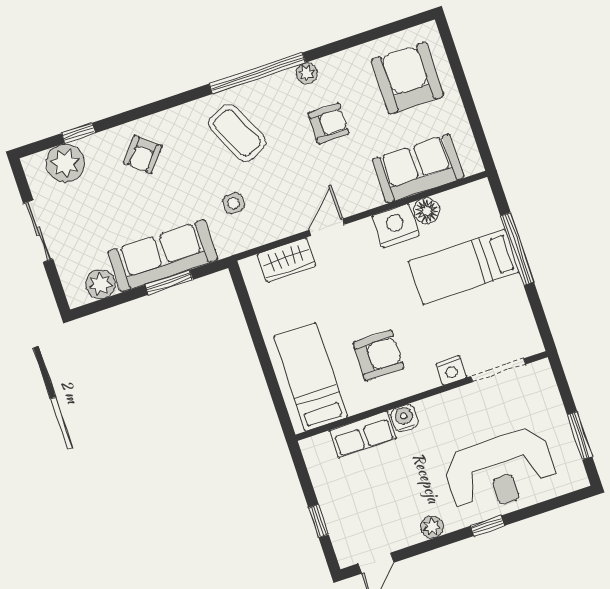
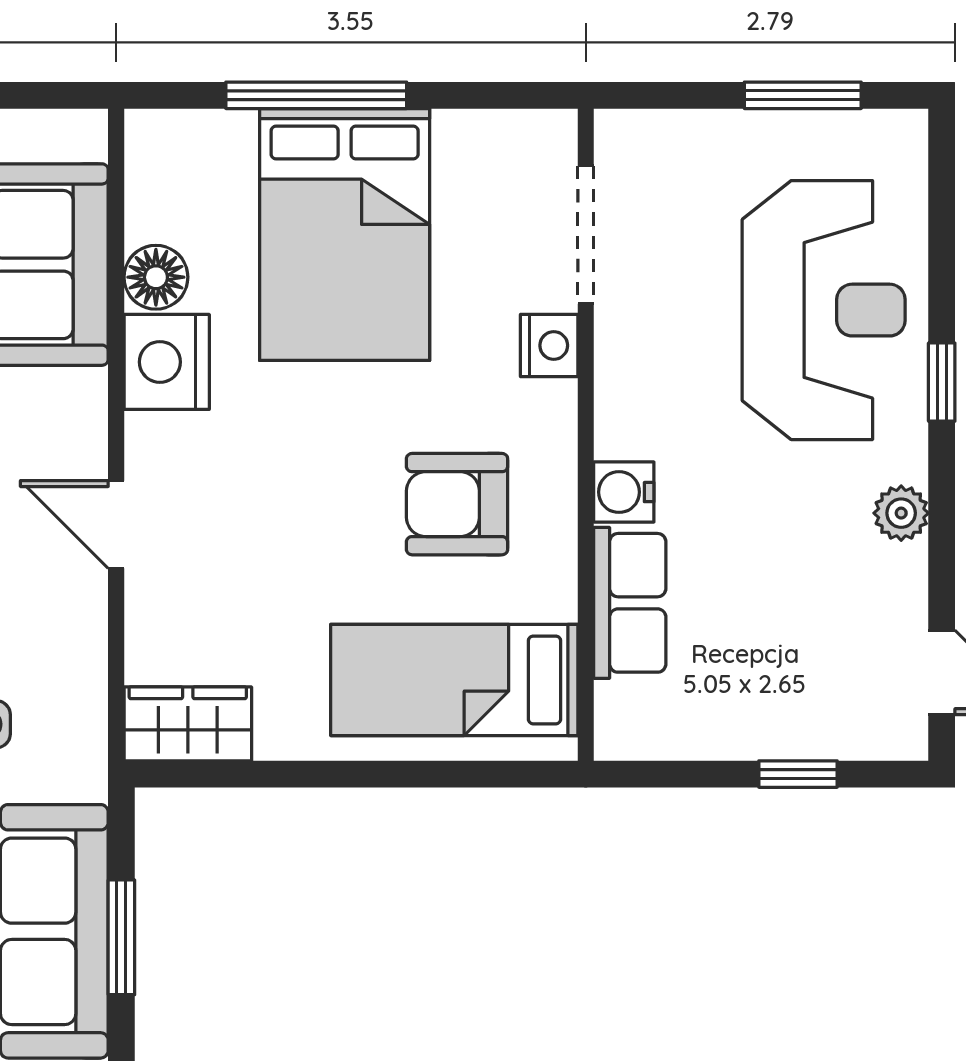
wardrobe: (287, 260) -> (188, 724), moved, turned -90
bed: (464, 267) -> (345, 234), width x1.50
armchair: (378, 355) -> (457, 504), turned -90

